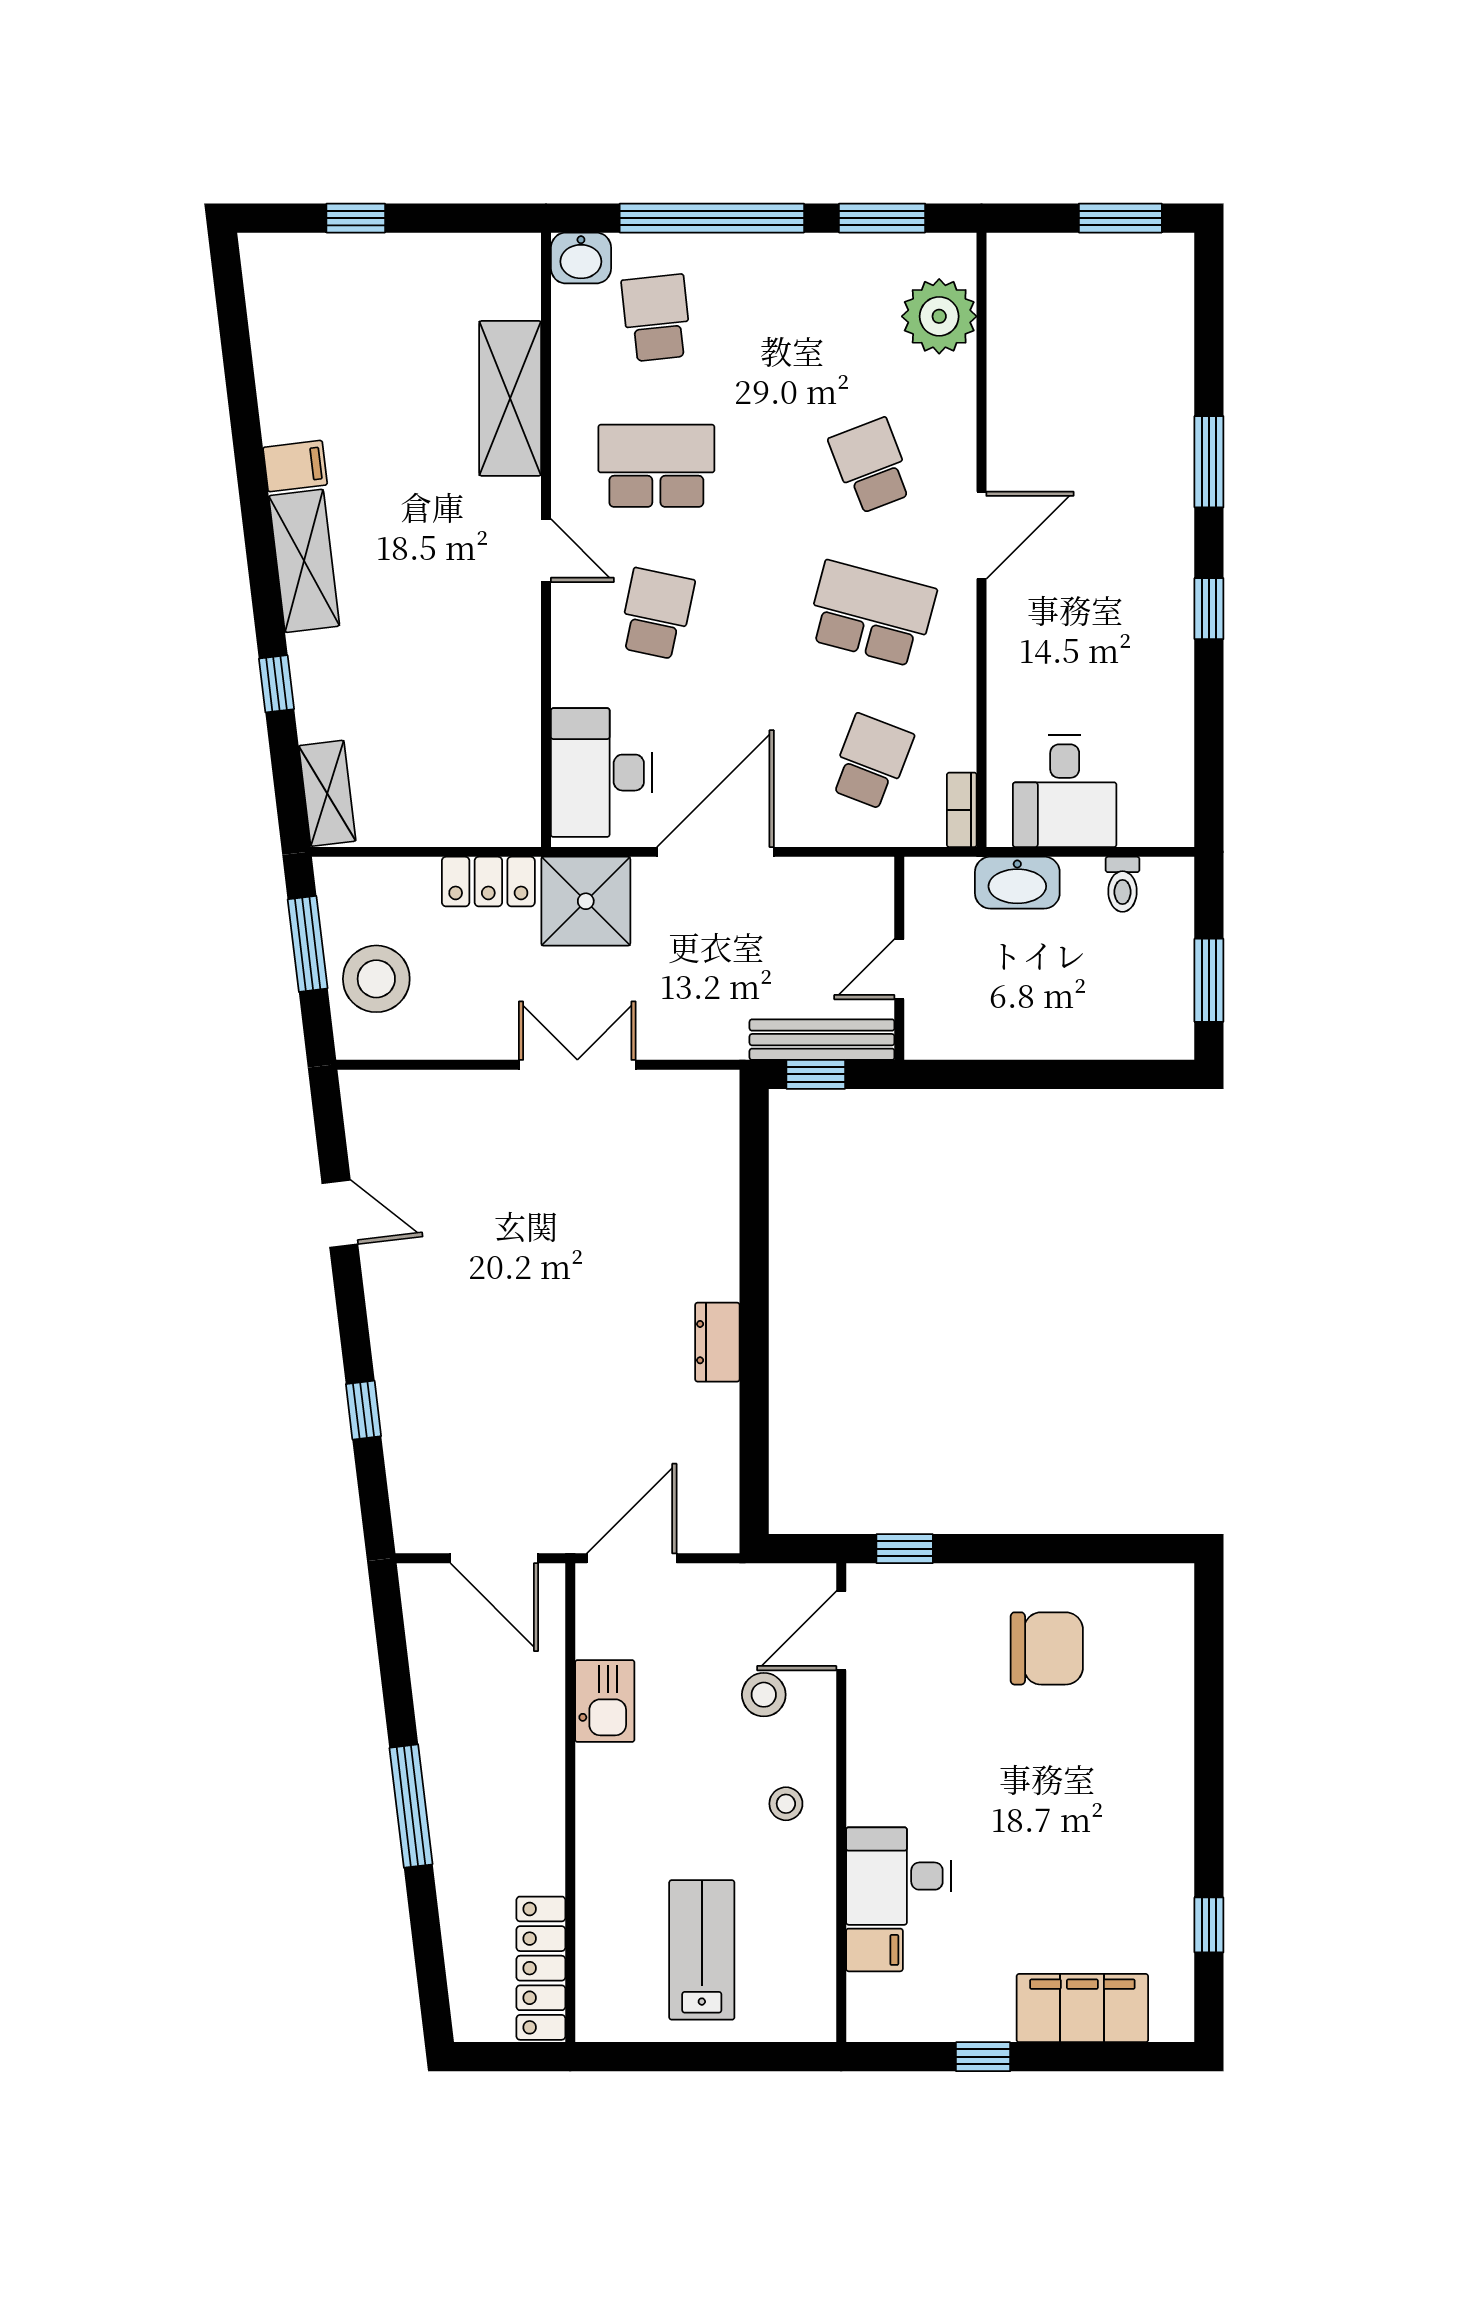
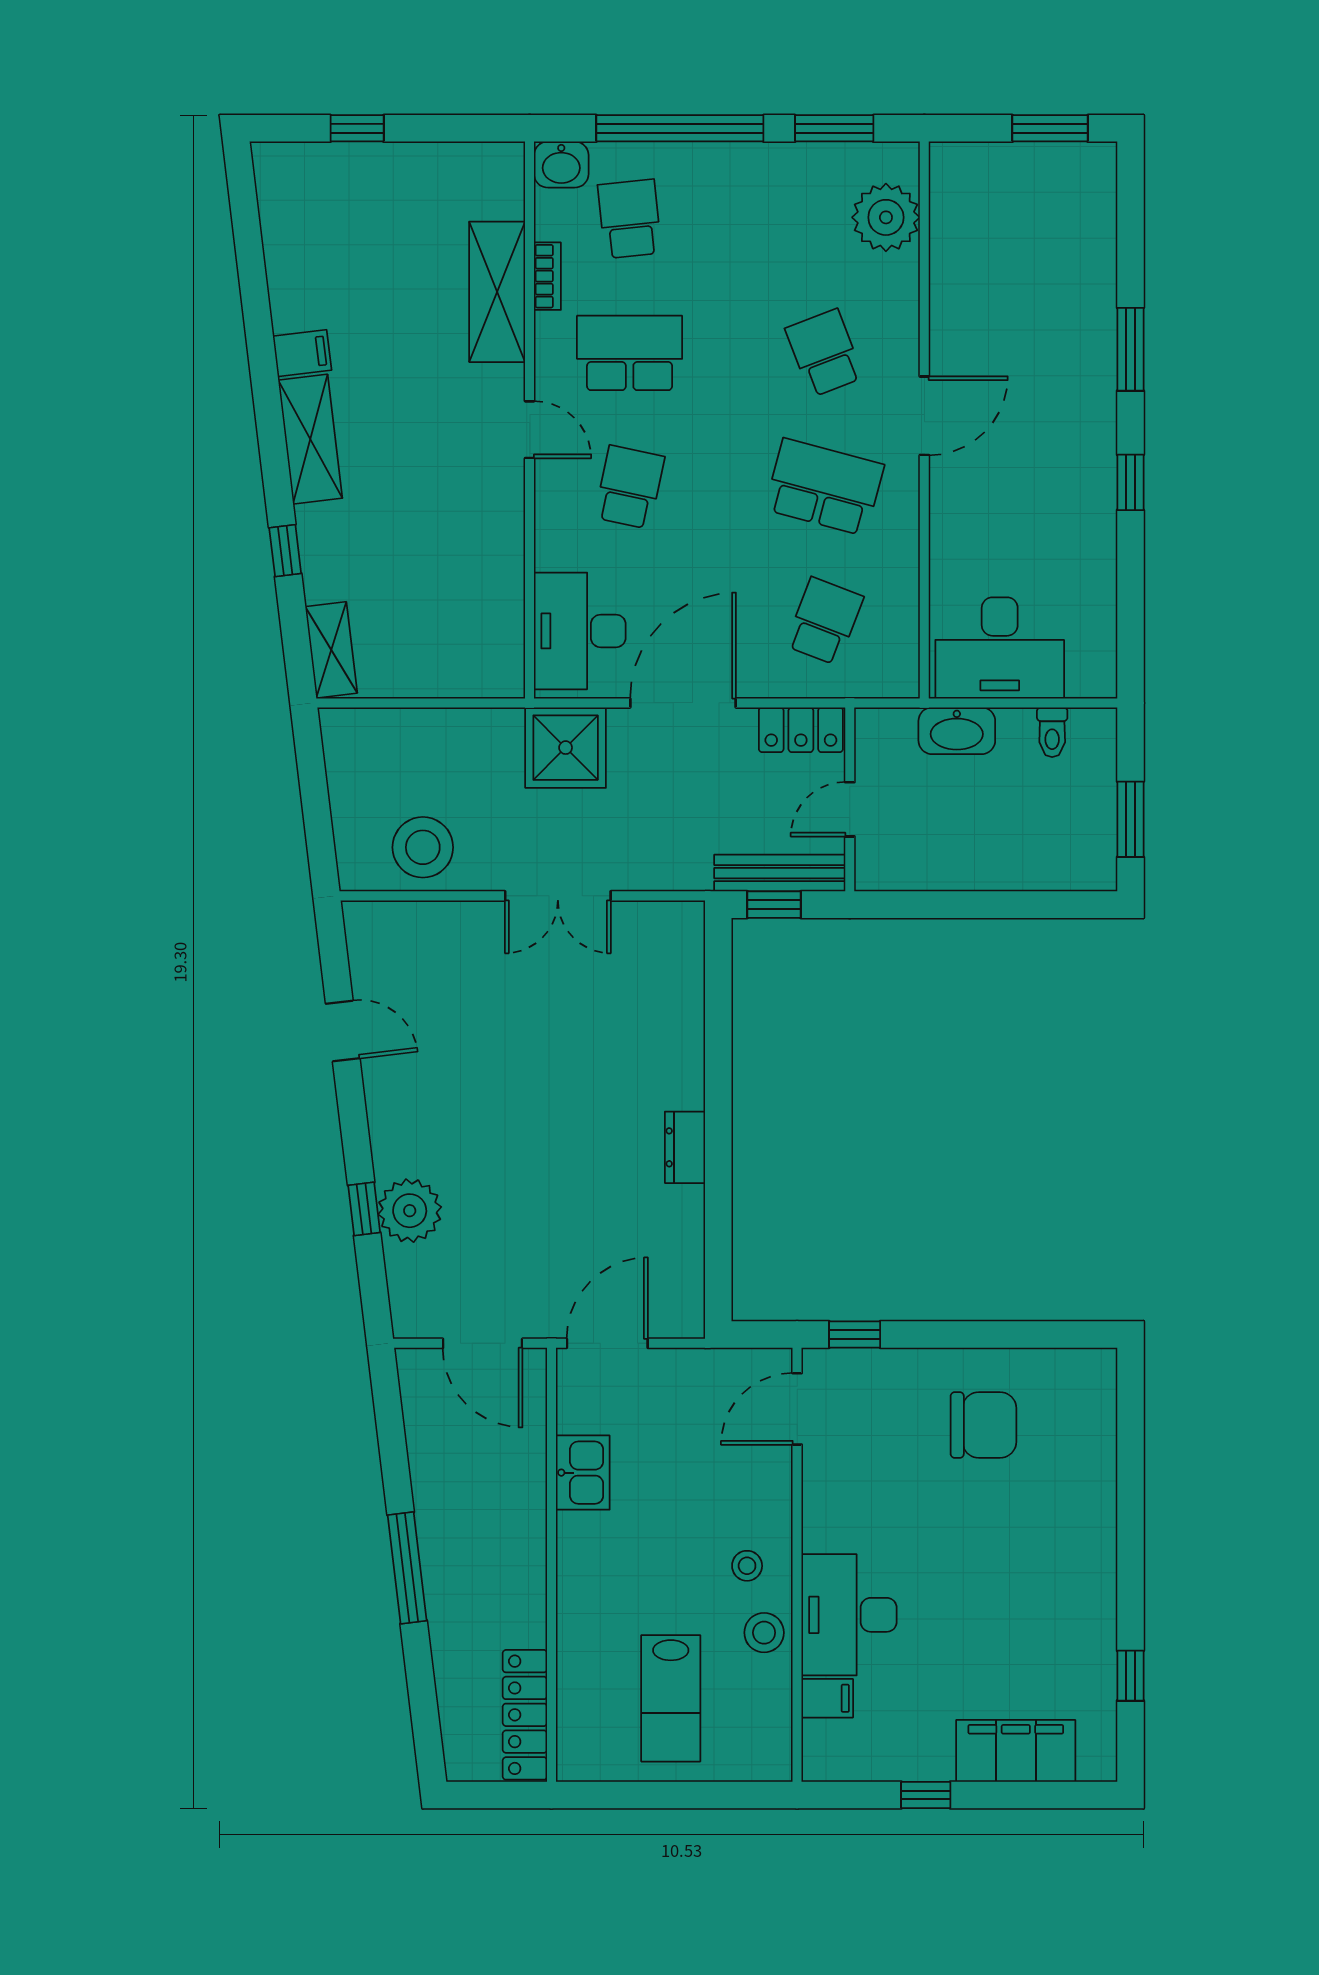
desk: (1065, 791) -> (1000, 648), width x1.37
bookcase: (962, 810) -> (547, 276), moved, turned 180
locker: (488, 882) -> (801, 730), moved
window: (308, 944) -> (313, 786), removed
stool: (376, 979) -> (423, 847), moved
double door: (577, 1065) -> (558, 896), swing flipped
plant: (414, 1412) -> (410, 1211), added
stool: (764, 1695) -> (764, 1633), moved
desk: (899, 1876) -> (849, 1615), width x1.37
lab bench: (702, 1950) -> (671, 1698), turned 180

